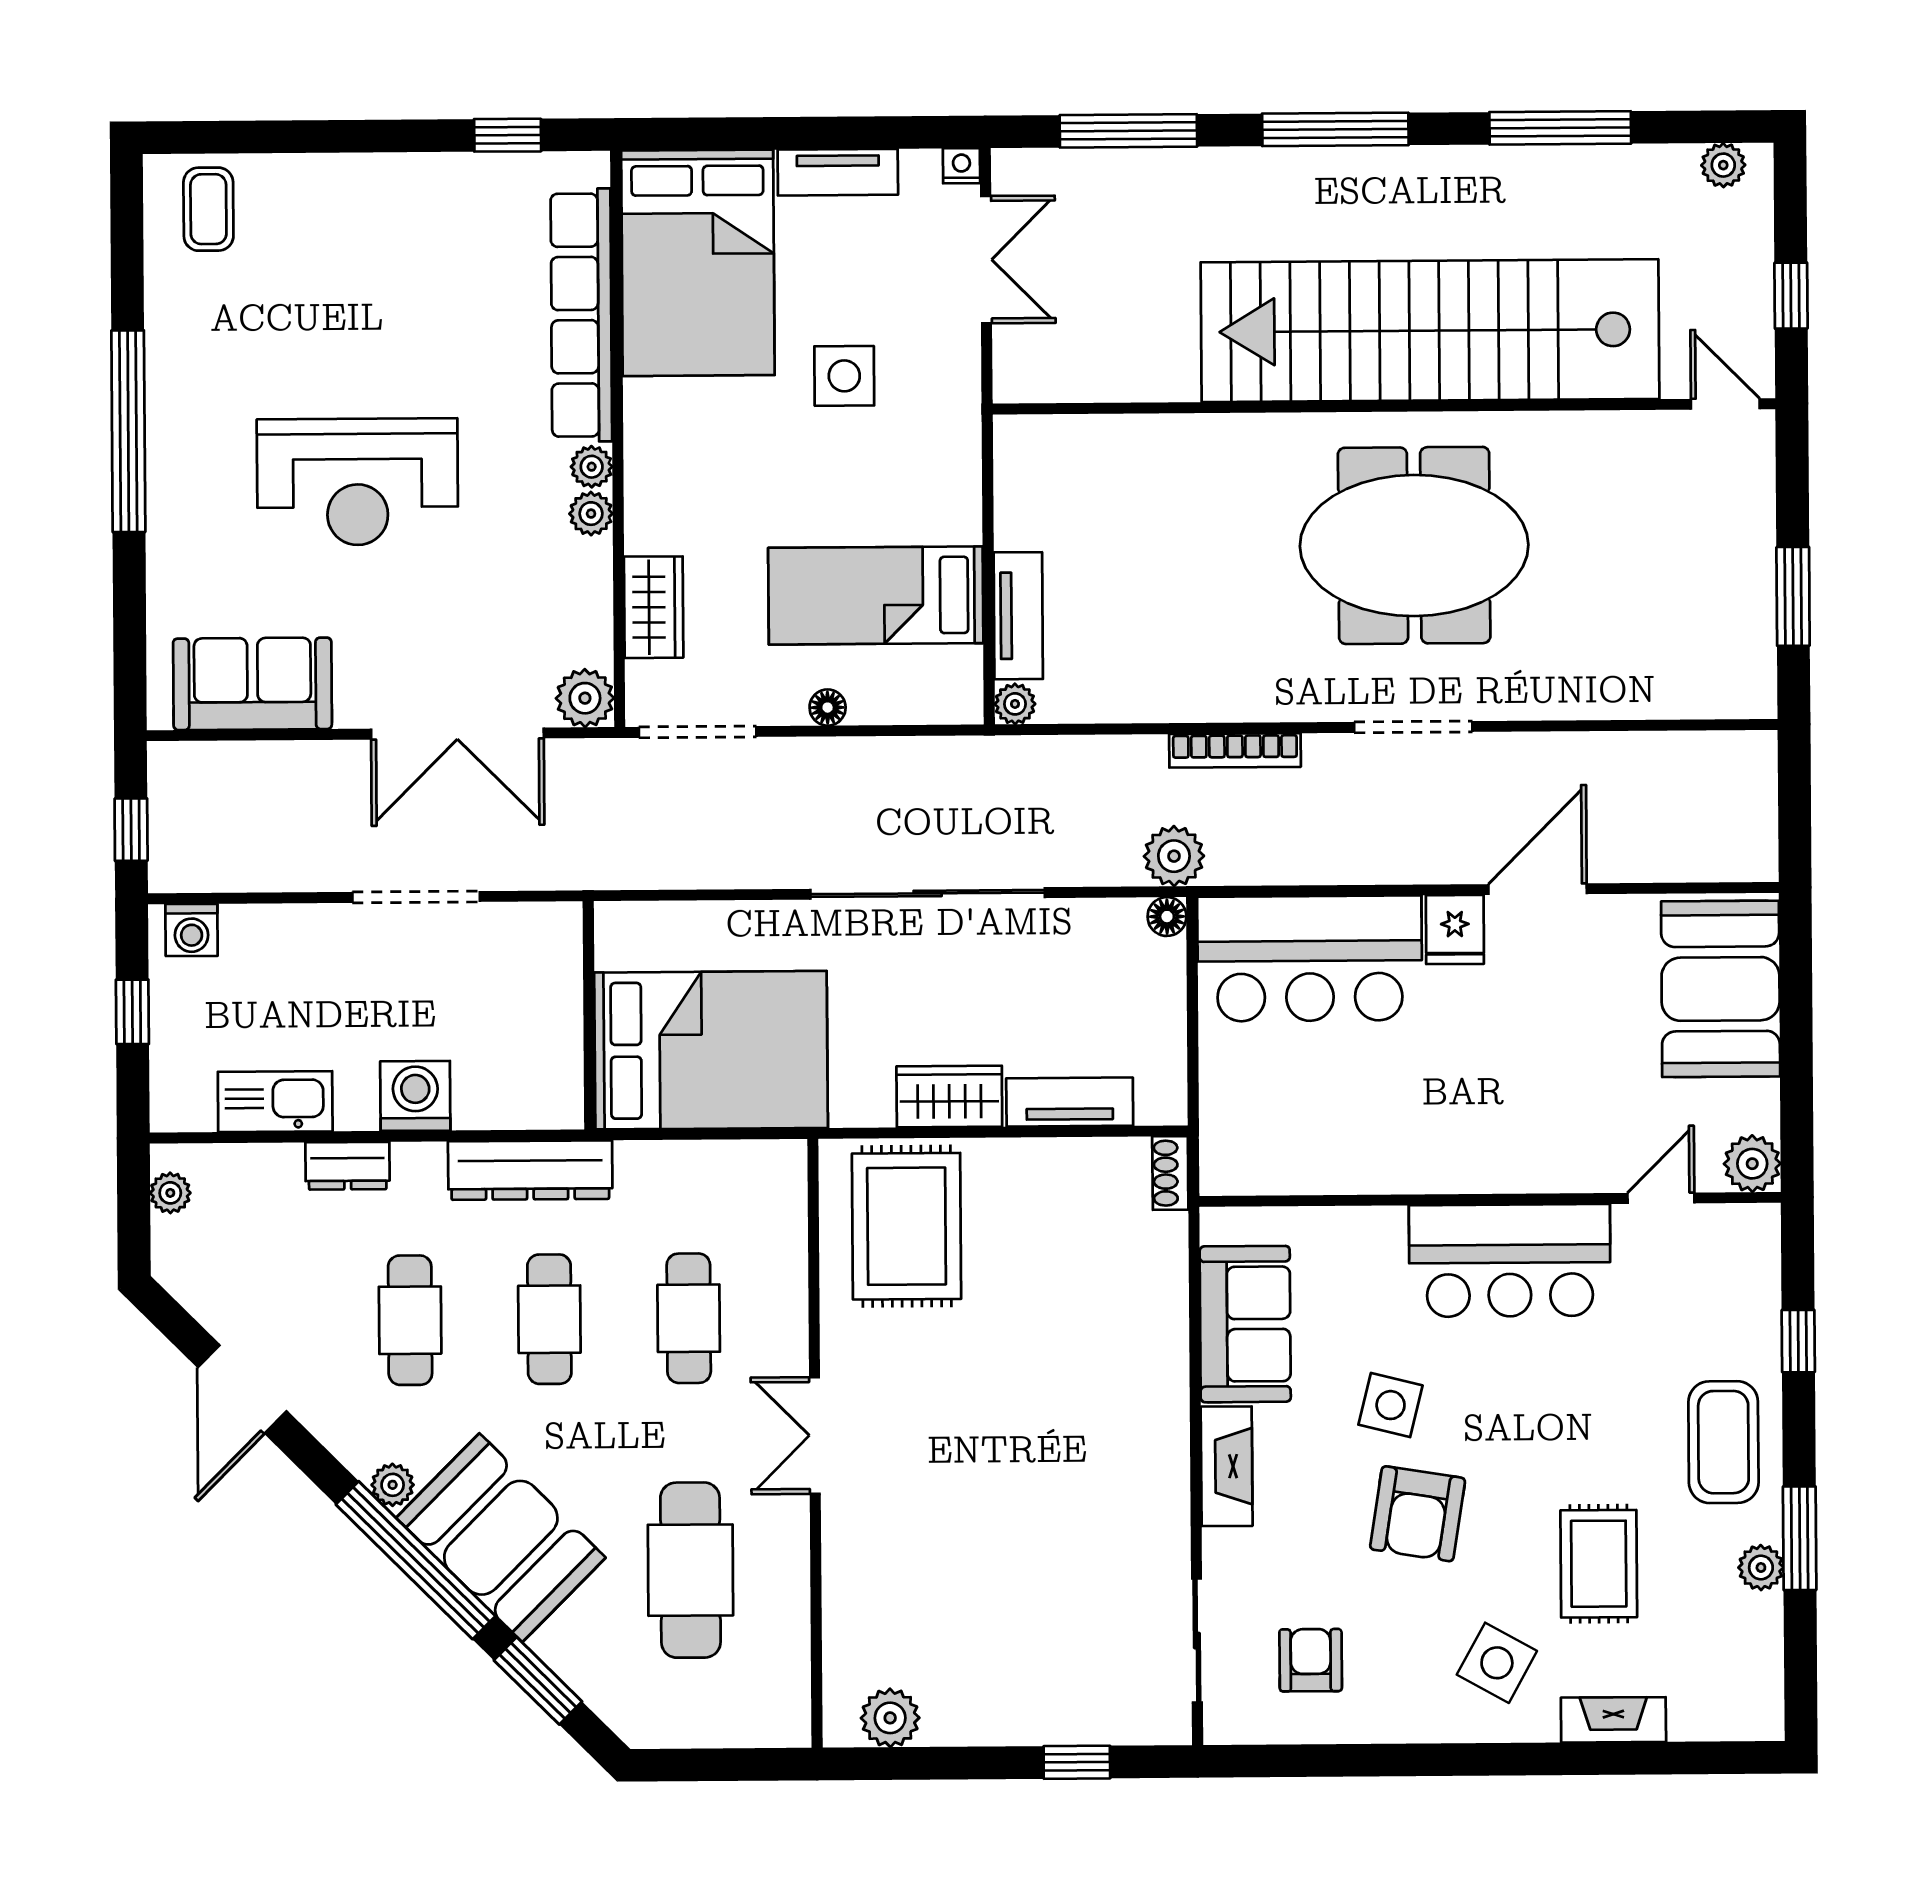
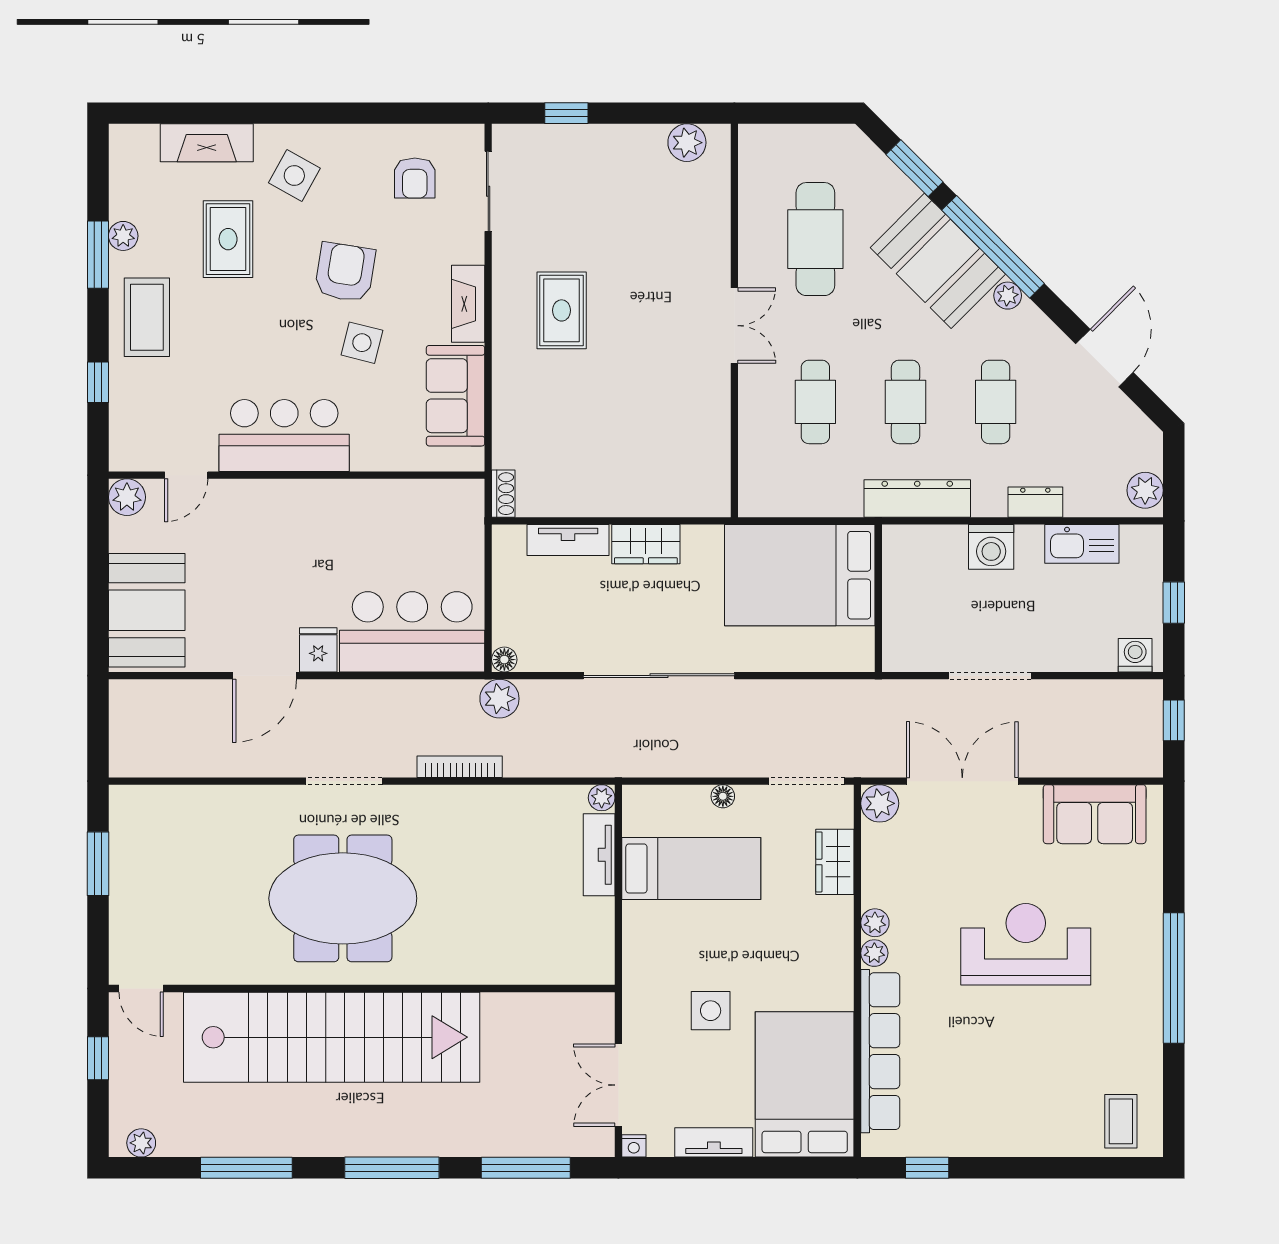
plant: (170, 1193) -> (1145, 490), width x1.38, depth x1.38
rug: (907, 1226) -> (562, 310), moved, width x0.73, depth x0.70
fireplace: (1613, 1720) -> (207, 143), width x1.37, depth x1.32

